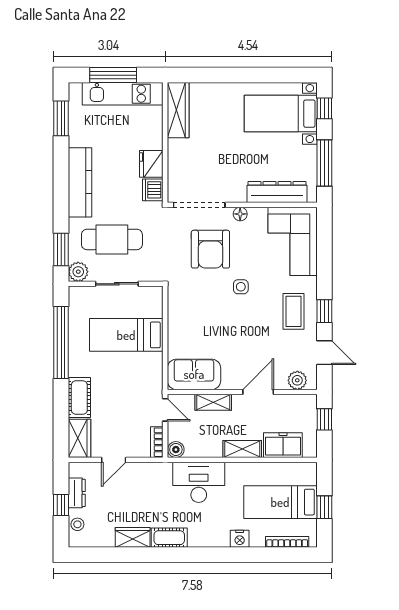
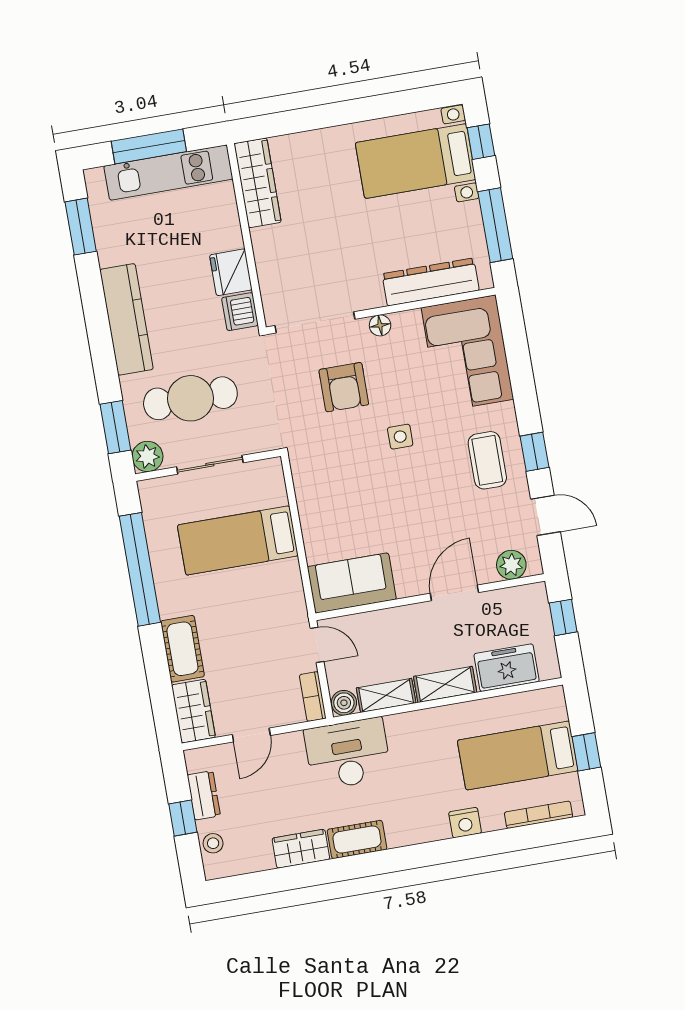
armchair: (210, 249) -> (344, 387), width x0.73, depth x0.73
shelving: (213, 402) -> (386, 695), moved
desk: (199, 482) -> (348, 754), moved

